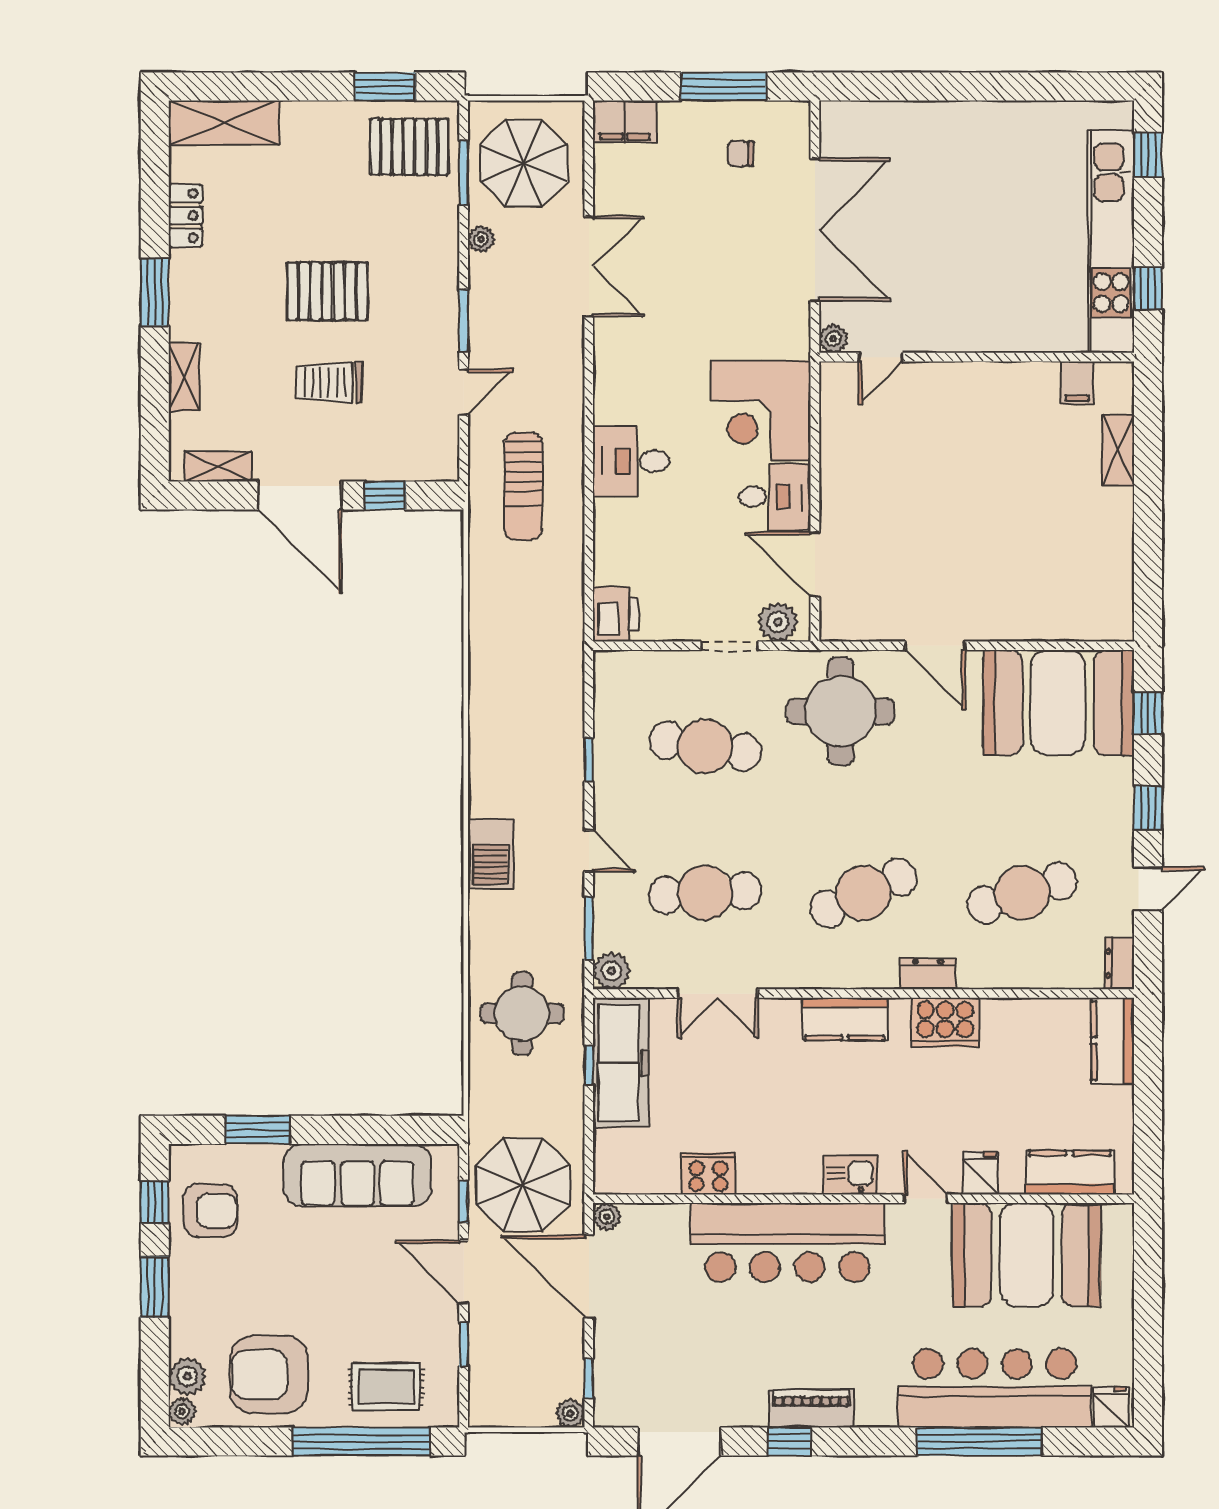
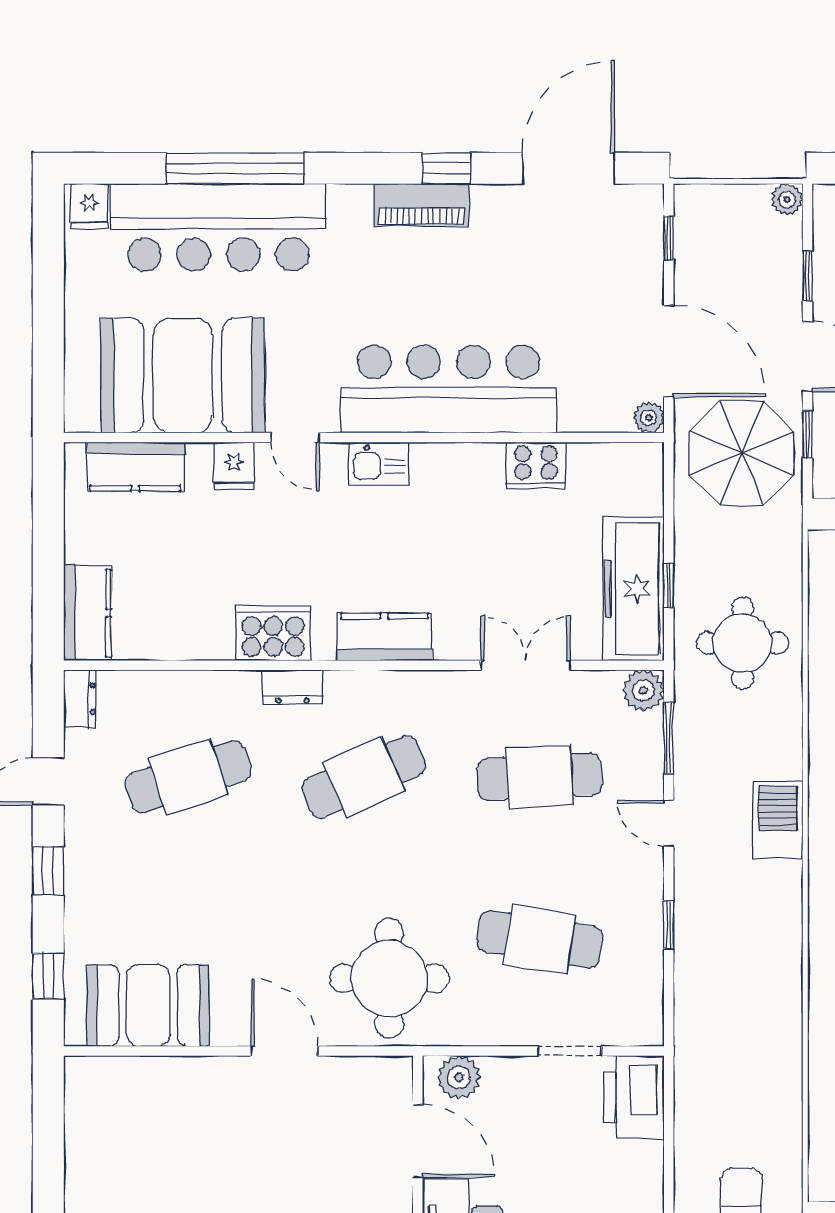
printer: (616, 614) -> (634, 1097), width x1.37, depth x1.19
doorway: (729, 646) -> (569, 1051), moved
booth: (1058, 702) -> (148, 1005), width x0.73, depth x0.70
plant: (570, 1413) -> (787, 200), moved

